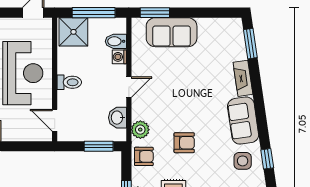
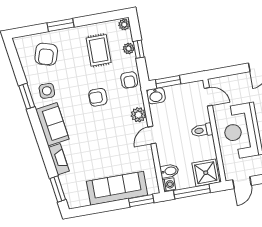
sofa: (172, 32) -> (117, 188), width x1.36
washing machine: (119, 57) -> (169, 185), moved
washbasin: (117, 118) -> (156, 96), moved, turned 90
plant: (140, 130) -> (138, 115), moved
armchair: (144, 156) -> (129, 80), turned -90
window: (267, 159) -> (27, 96), width x1.50

